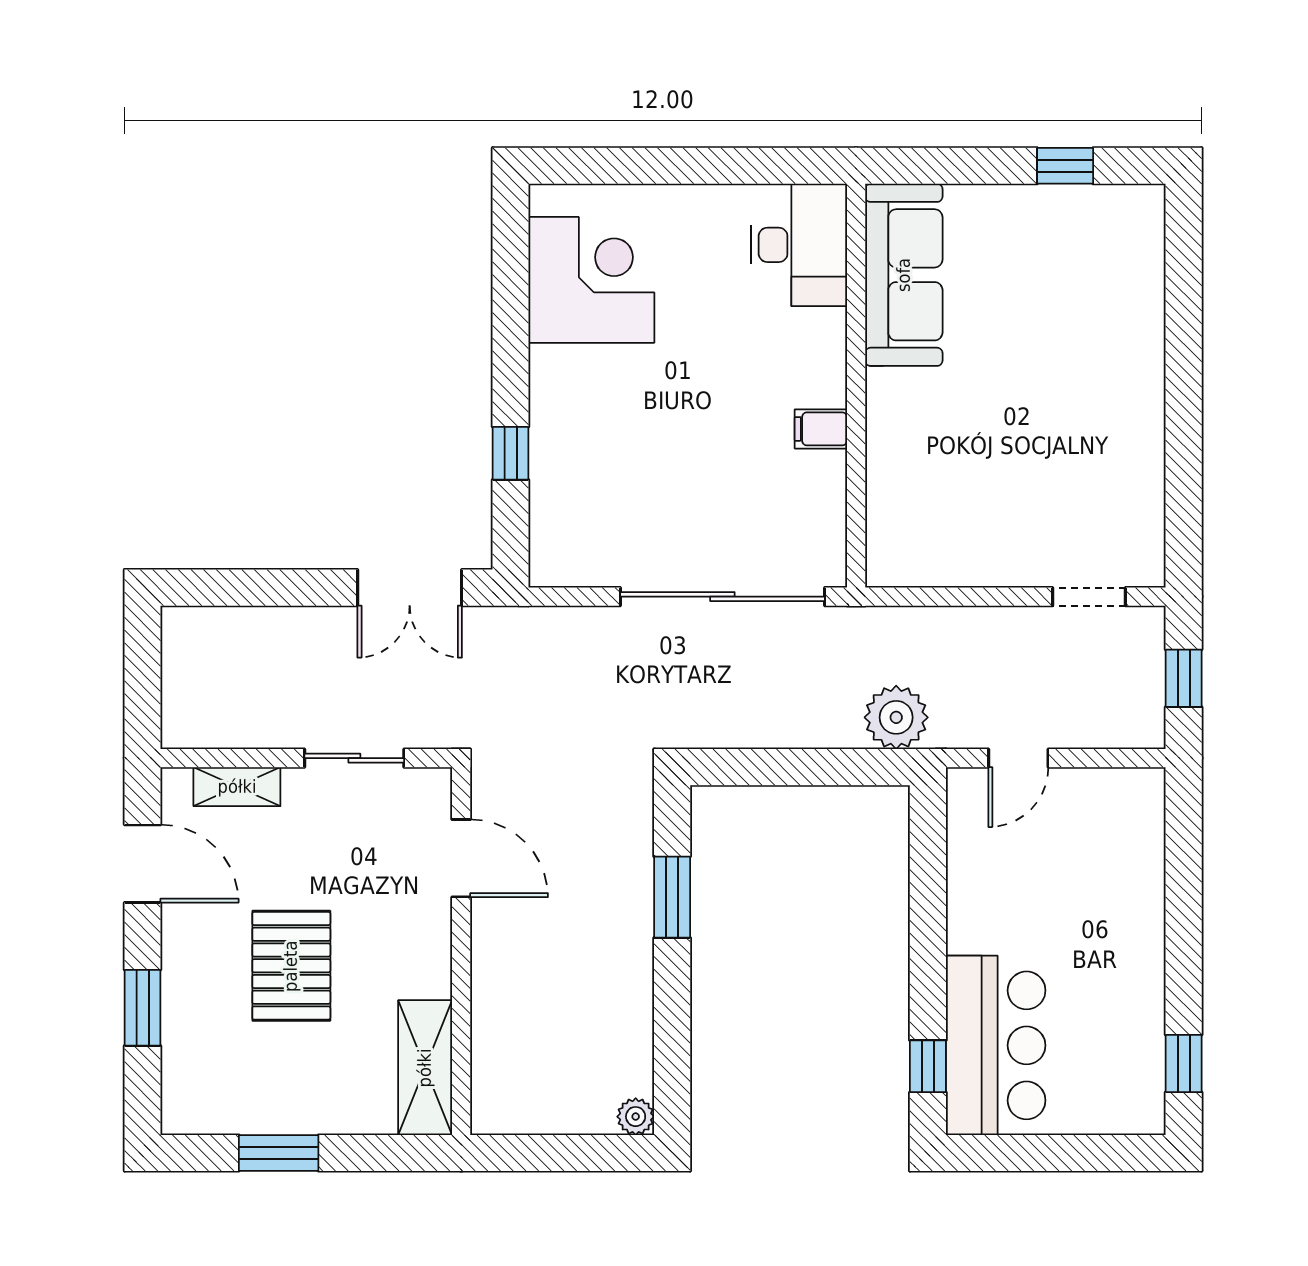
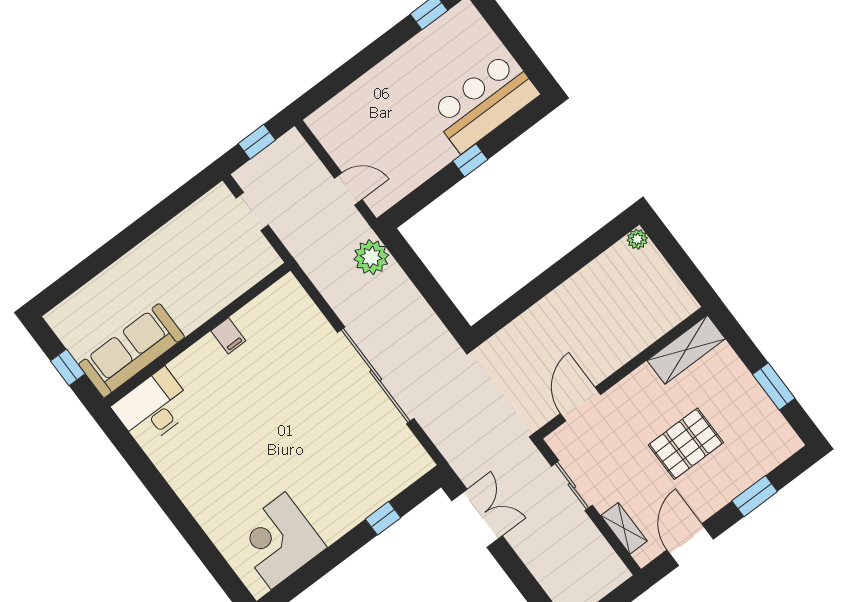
desk: (799, 245) -> (153, 407), moved
sofa: (904, 275) -> (132, 351), moved
wall: (856, 386) -> (197, 335), moved
filing cabinet: (821, 429) -> (228, 336), moved
window: (672, 897) -> (527, 297), removed
window: (928, 1066) -> (470, 160), moved

